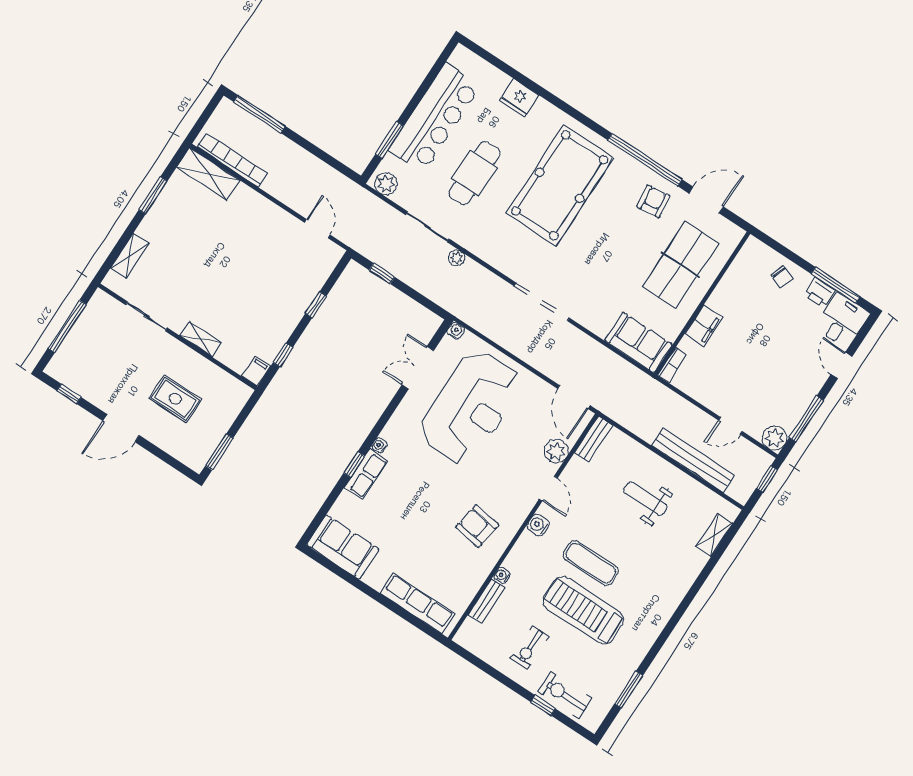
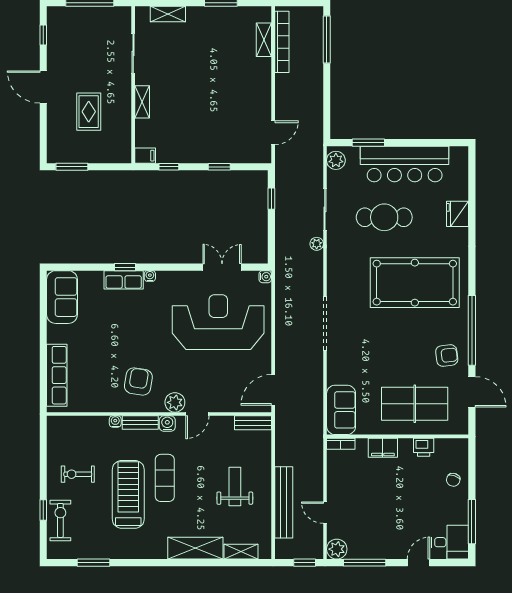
shelving: (208, 174) -> (264, 40), width x0.67, depth x0.75
printer: (820, 293) -> (424, 447), moved, turned -90
reception desk: (470, 407) -> (218, 322), turned 180
plant: (556, 451) -> (175, 402), moved
shelving: (681, 579) -> (195, 548), added
bench: (487, 601) -> (140, 423), moved

